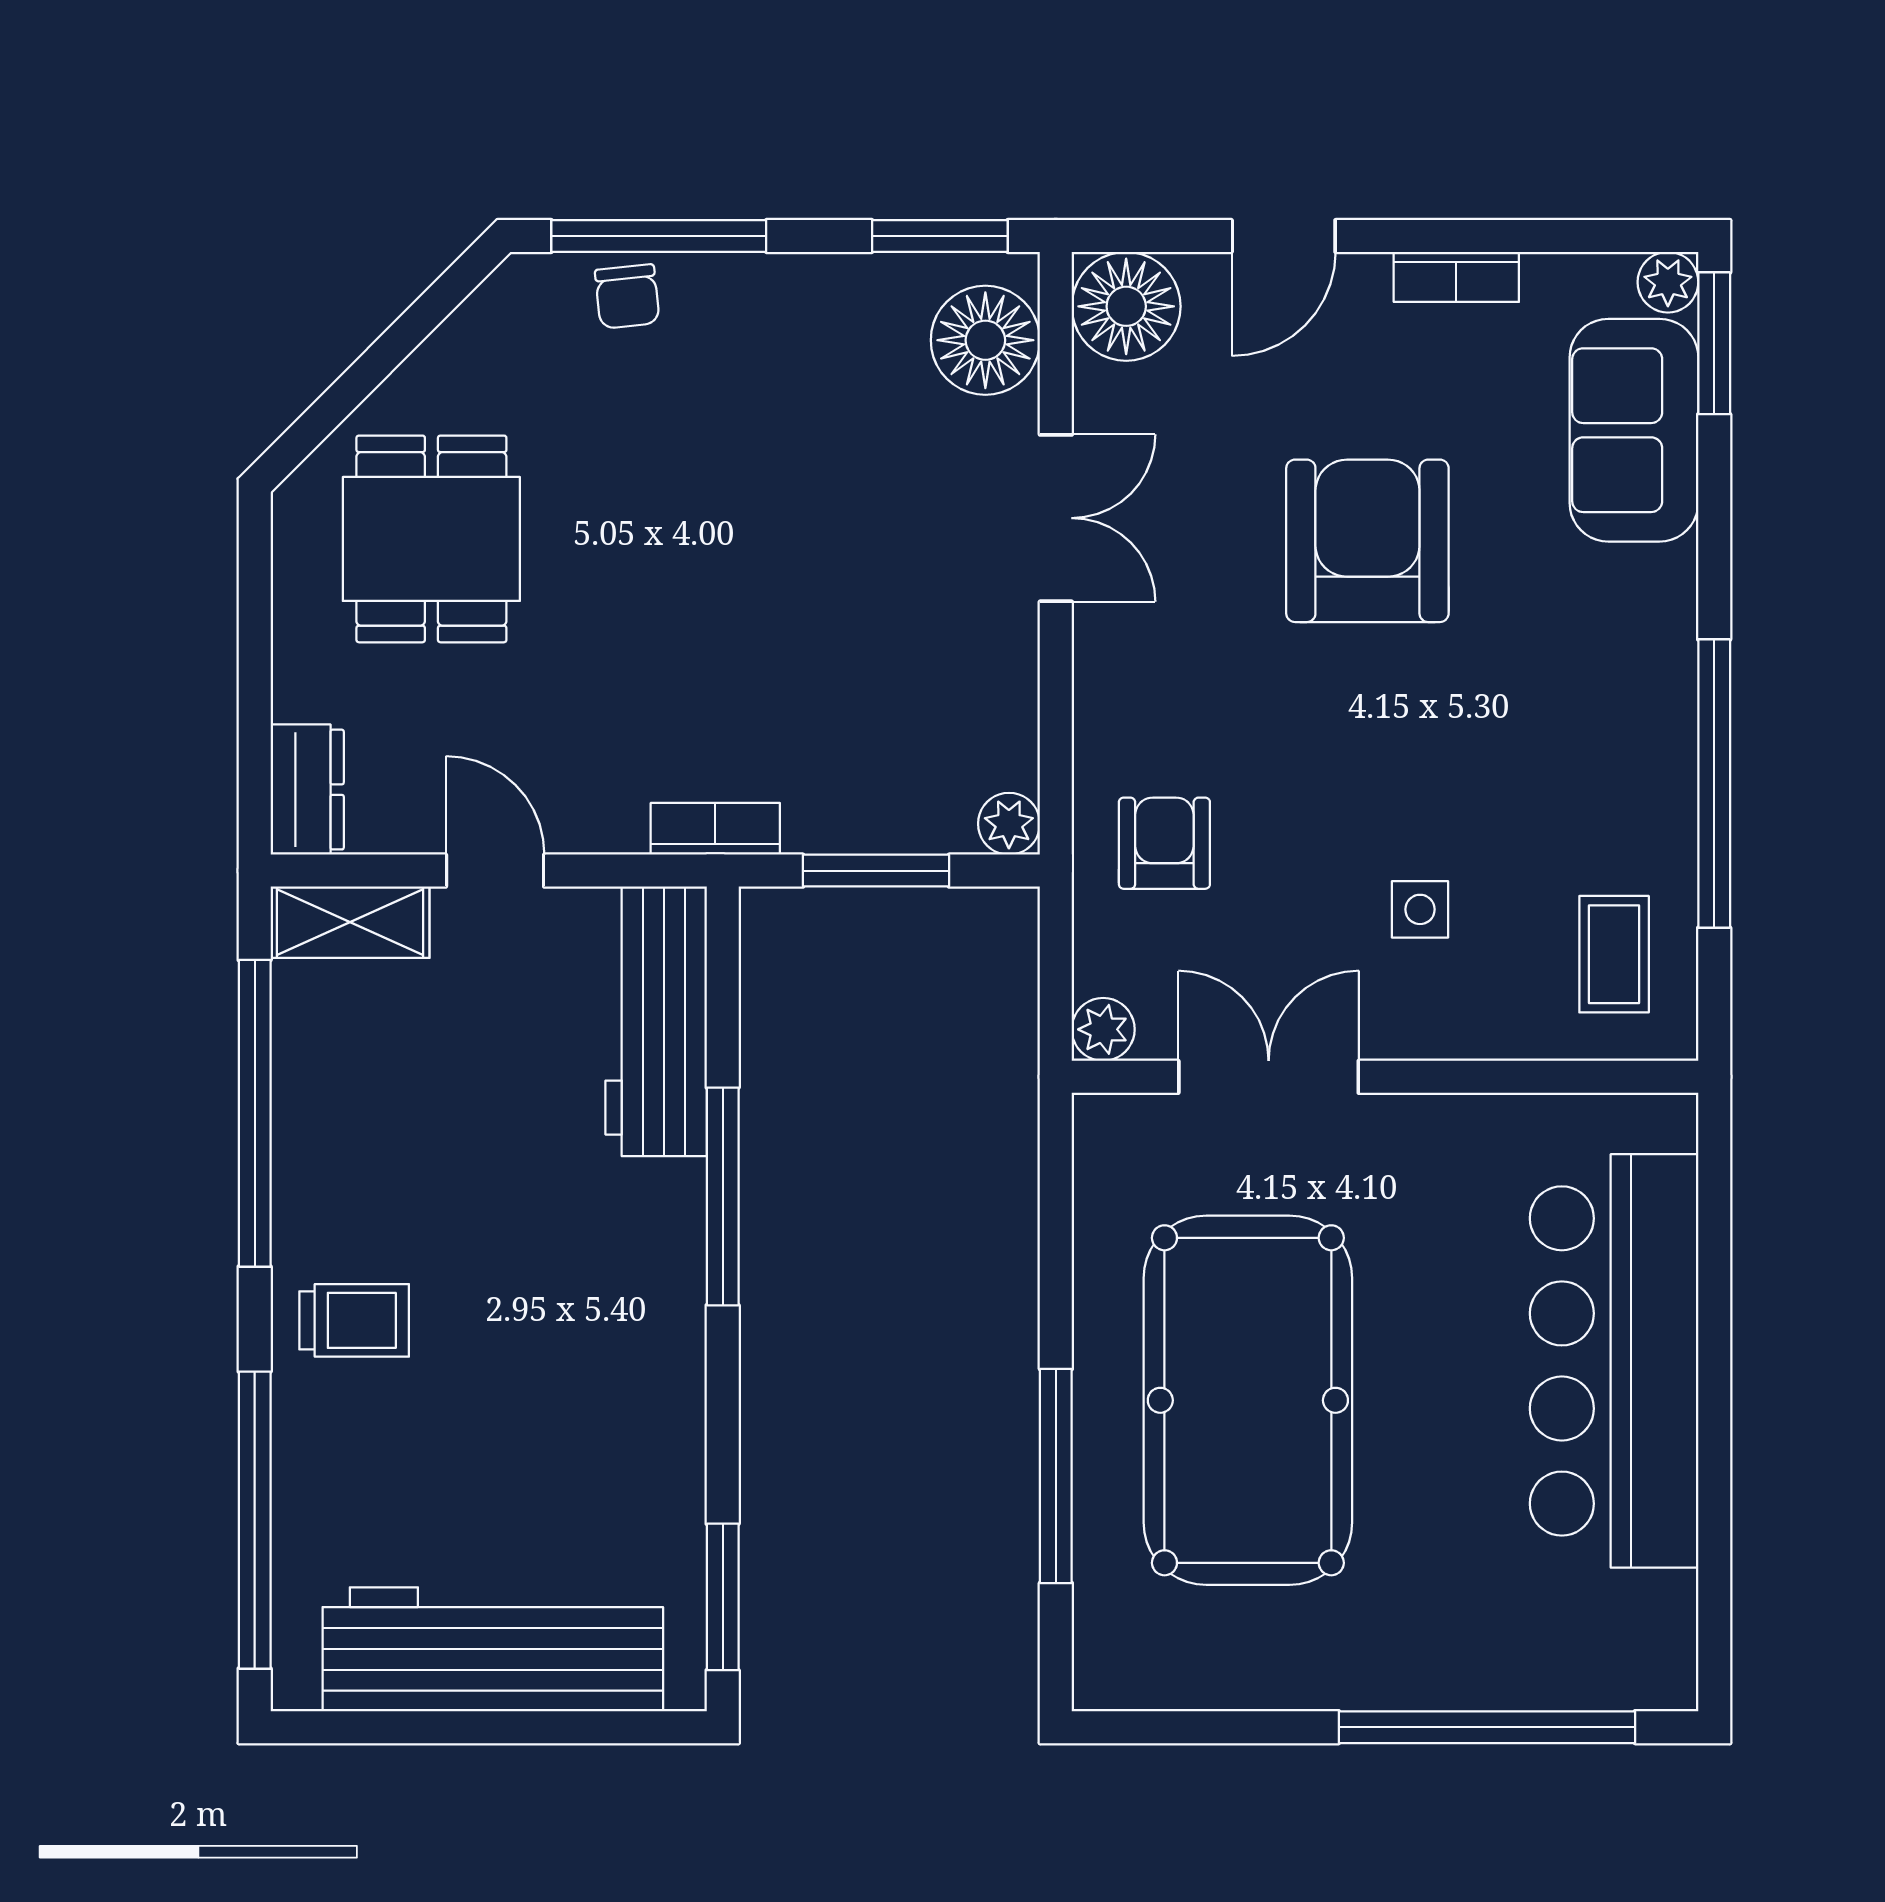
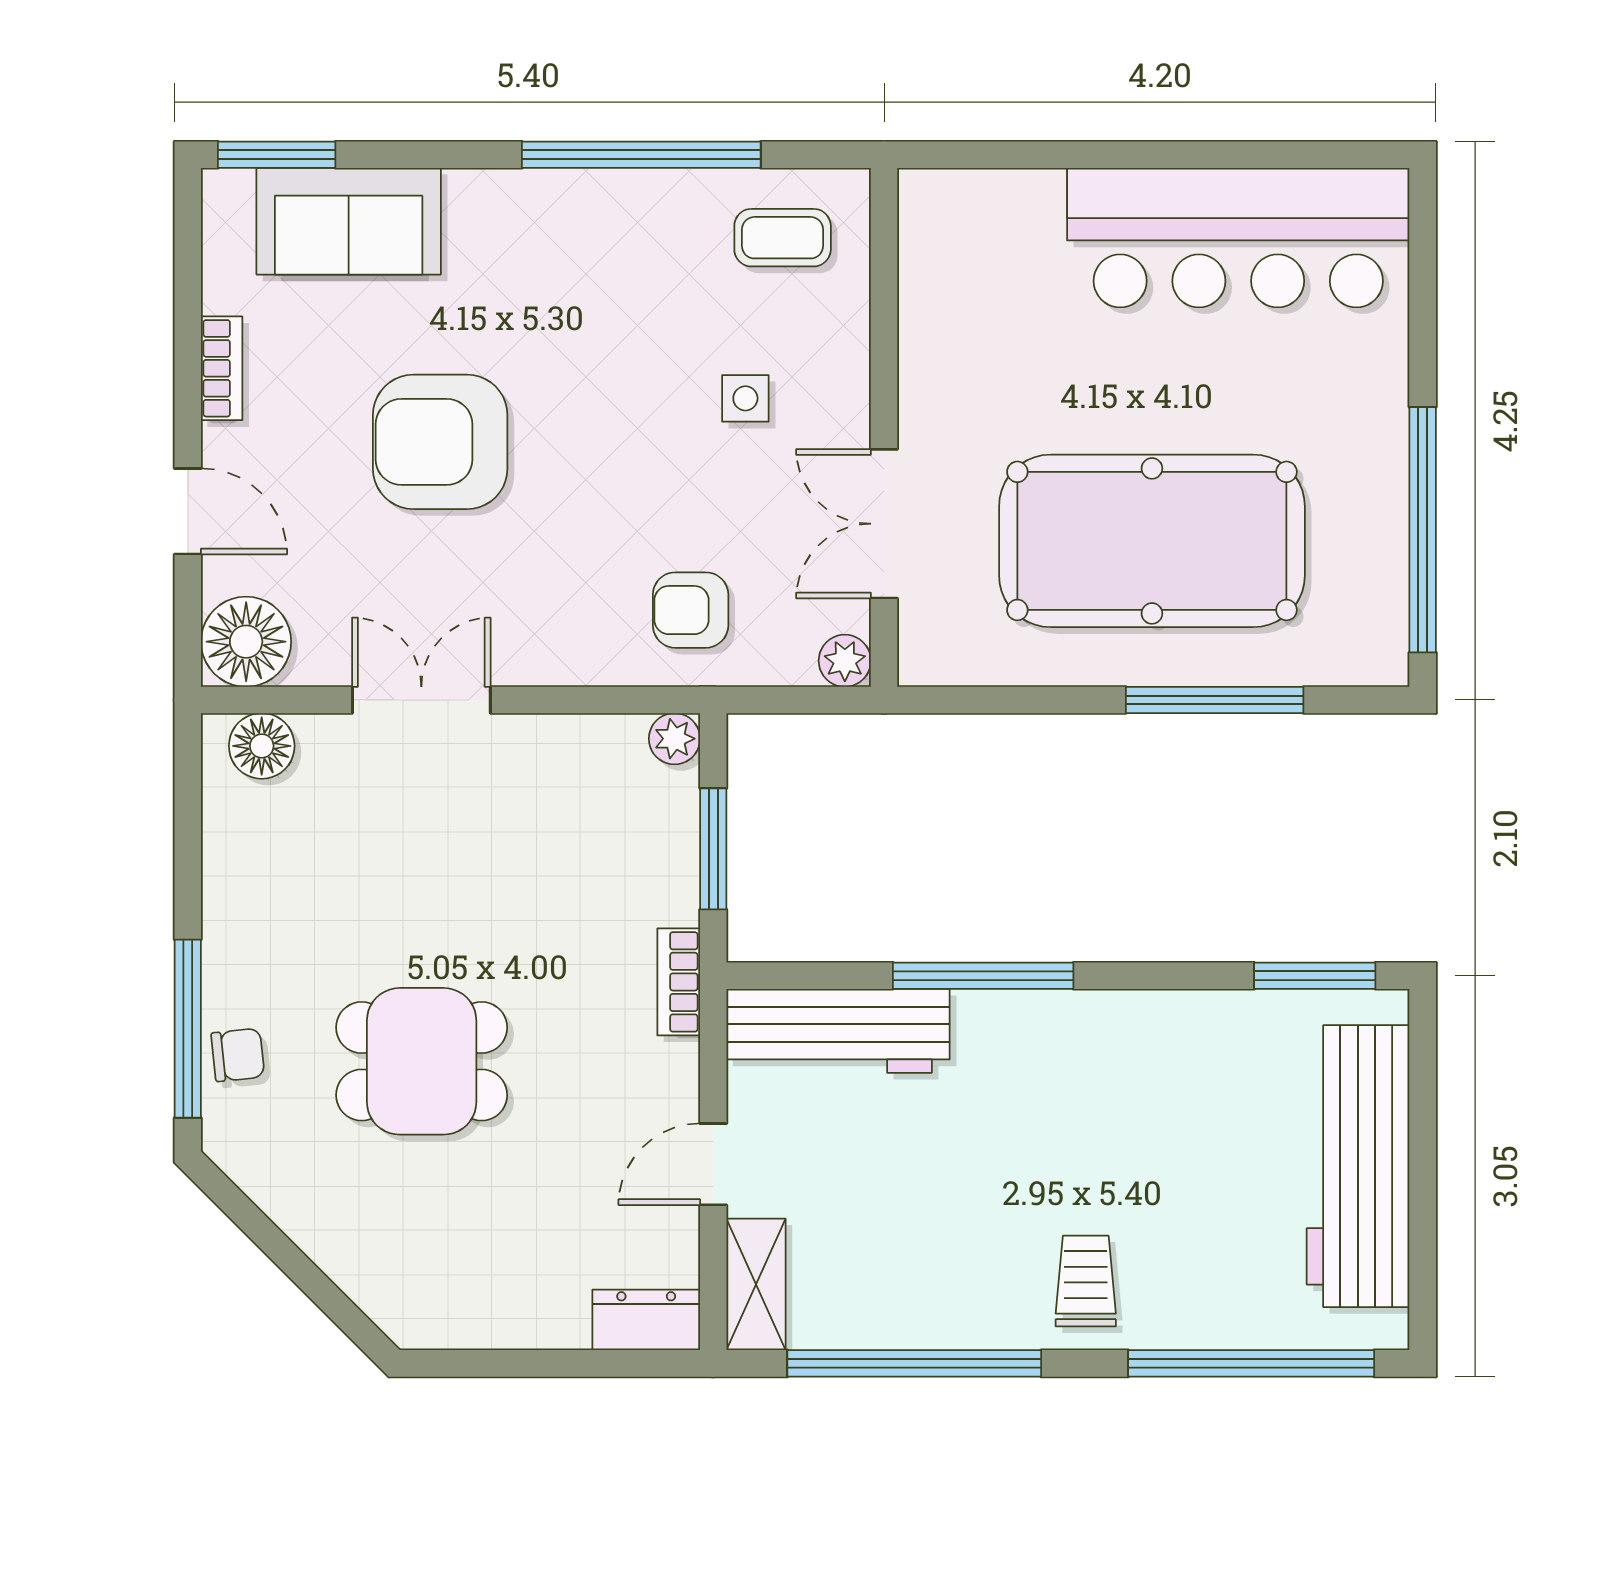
window: (940, 236) -> (188, 796), removed
plant: (1668, 282) -> (226, 193), removed
floor lamp: (985, 340) -> (262, 746), width x0.73, depth x0.73
dining table: (431, 539) -> (422, 1061), moved
bar counter: (1614, 1361) -> (1238, 238), moved
window: (1487, 1727) -> (1423, 530), moved

